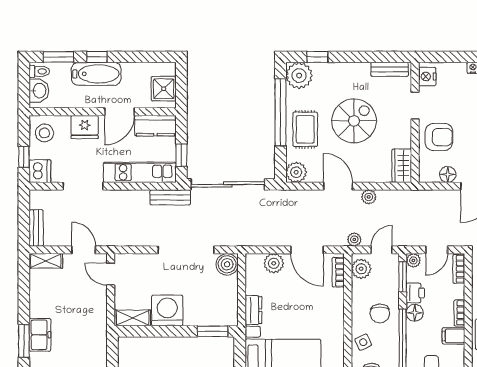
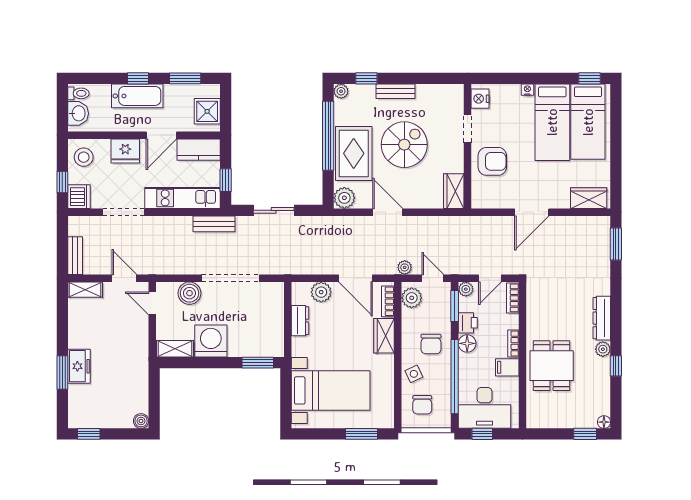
window: (58, 57) -> (185, 78), moved
bench: (390, 69) -> (396, 91), moved
plant: (299, 76) -> (341, 91), width x0.53, depth x0.53
rug: (305, 129) -> (354, 153), width x1.36, depth x1.43
floor lamp: (448, 174) -> (501, 200), removed
sliding door: (228, 184) -> (274, 210), width x0.54
plant: (369, 197) -> (420, 223), removed
door: (382, 250) -> (433, 278), hinge flipped
boiler: (227, 264) -> (189, 293), moved
wardrobe: (334, 305) -> (384, 336), added
dresser: (253, 310) -> (300, 321), moved

